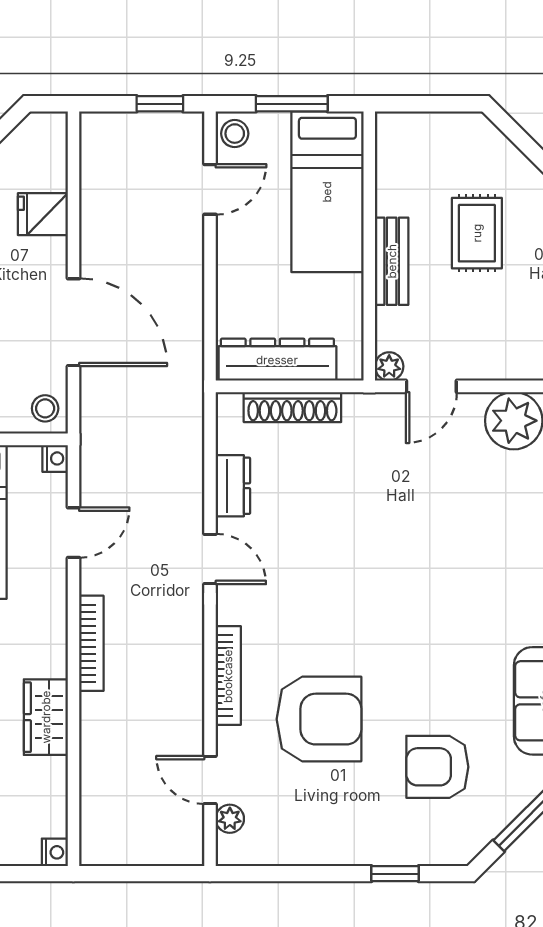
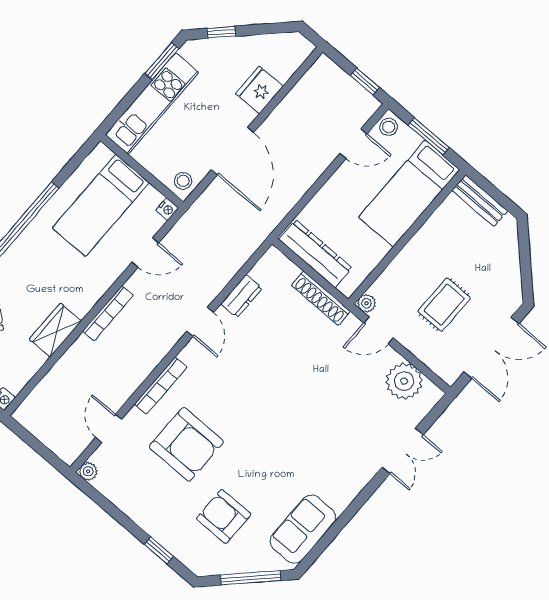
fridge: (43, 214) -> (259, 90), width x1.38
rug: (477, 233) -> (444, 305), moved
bench: (392, 261) -> (480, 201), moved, turned 90
shoe rack: (292, 407) -> (321, 298), moved
plant: (230, 819) -> (88, 471), moved

